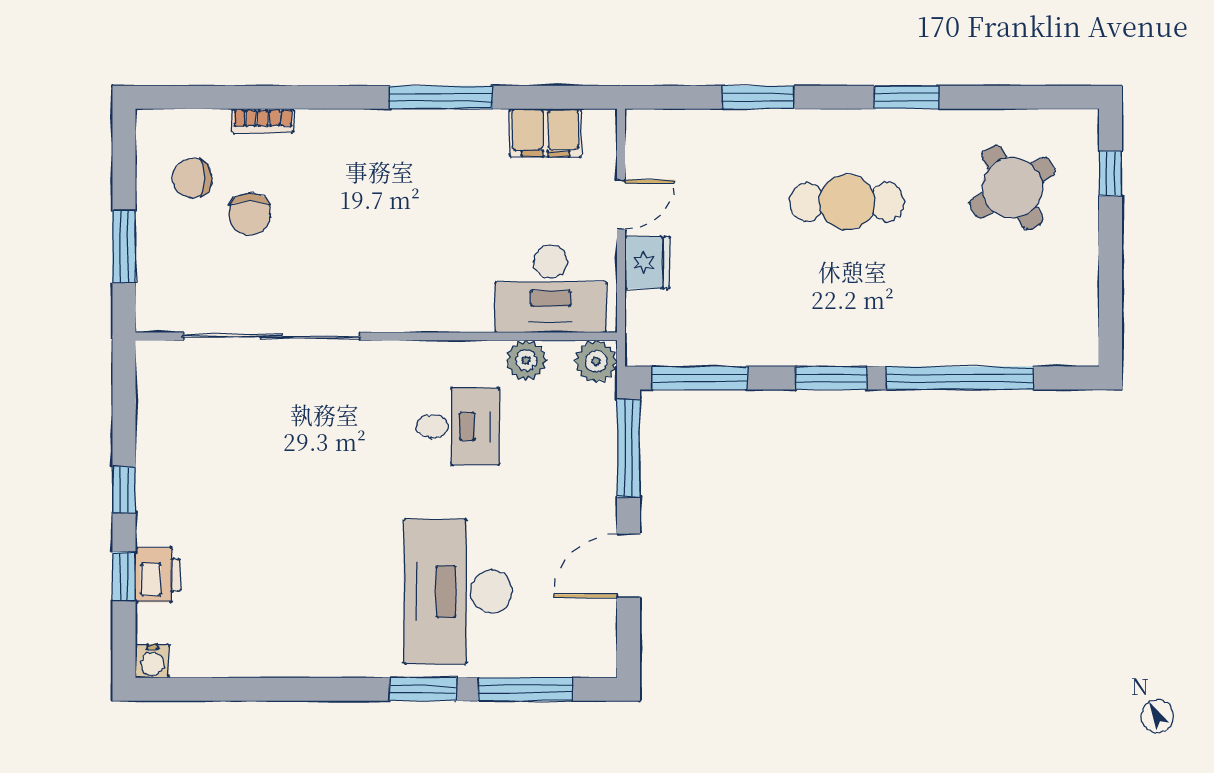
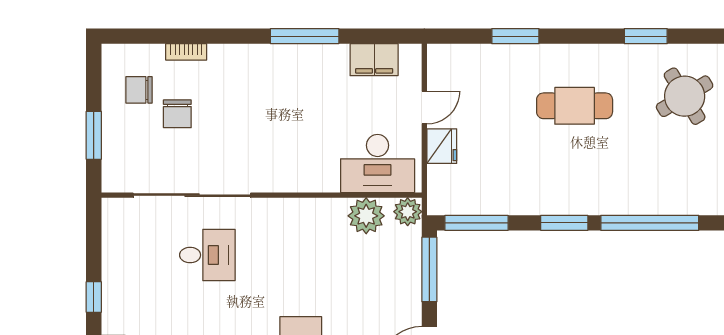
window: (906, 97) -> (646, 36), moved
plant: (526, 360) -> (366, 216), width x1.36, depth x1.36
desk: (458, 426) -> (207, 255), moved

